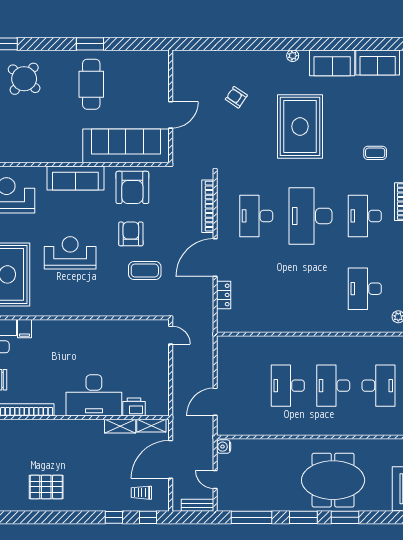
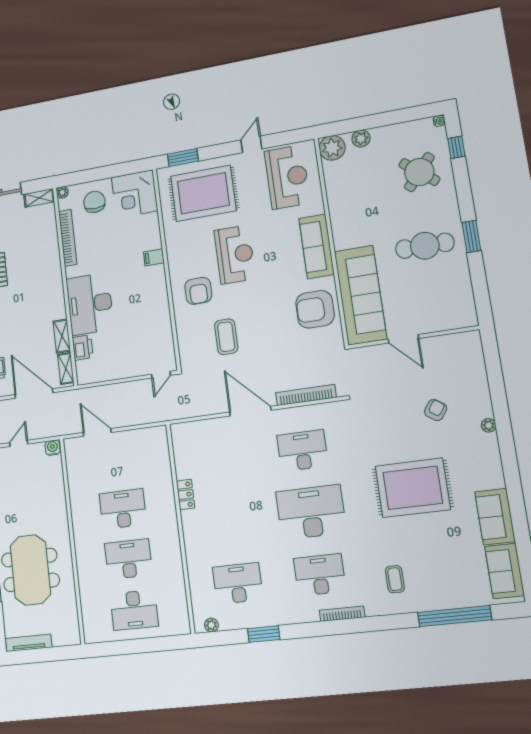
plant: (293, 56) -> (489, 425), moved
armchair: (131, 234) -> (198, 291), moved, turned 90
locker: (224, 295) -> (186, 494), moved, turned -90
filing cabinet: (25, 329) -> (154, 257), moved

